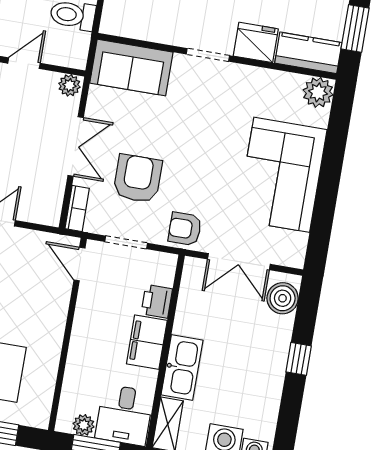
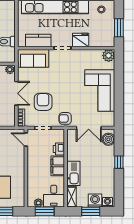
kitchen counter: (308, 53) -> (38, 41), moved

